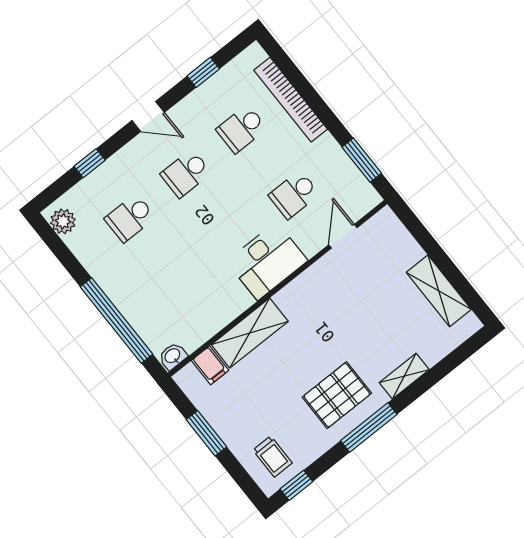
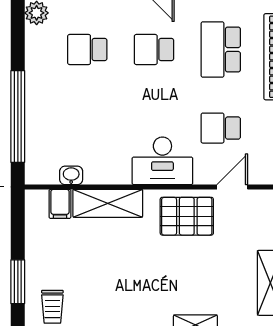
school desk: (242, 129) -> (221, 50), width x1.85
washbasin: (173, 356) -> (71, 175), moved
pallet: (337, 395) -> (187, 216), moved
window: (206, 433) -> (18, 282), moved

